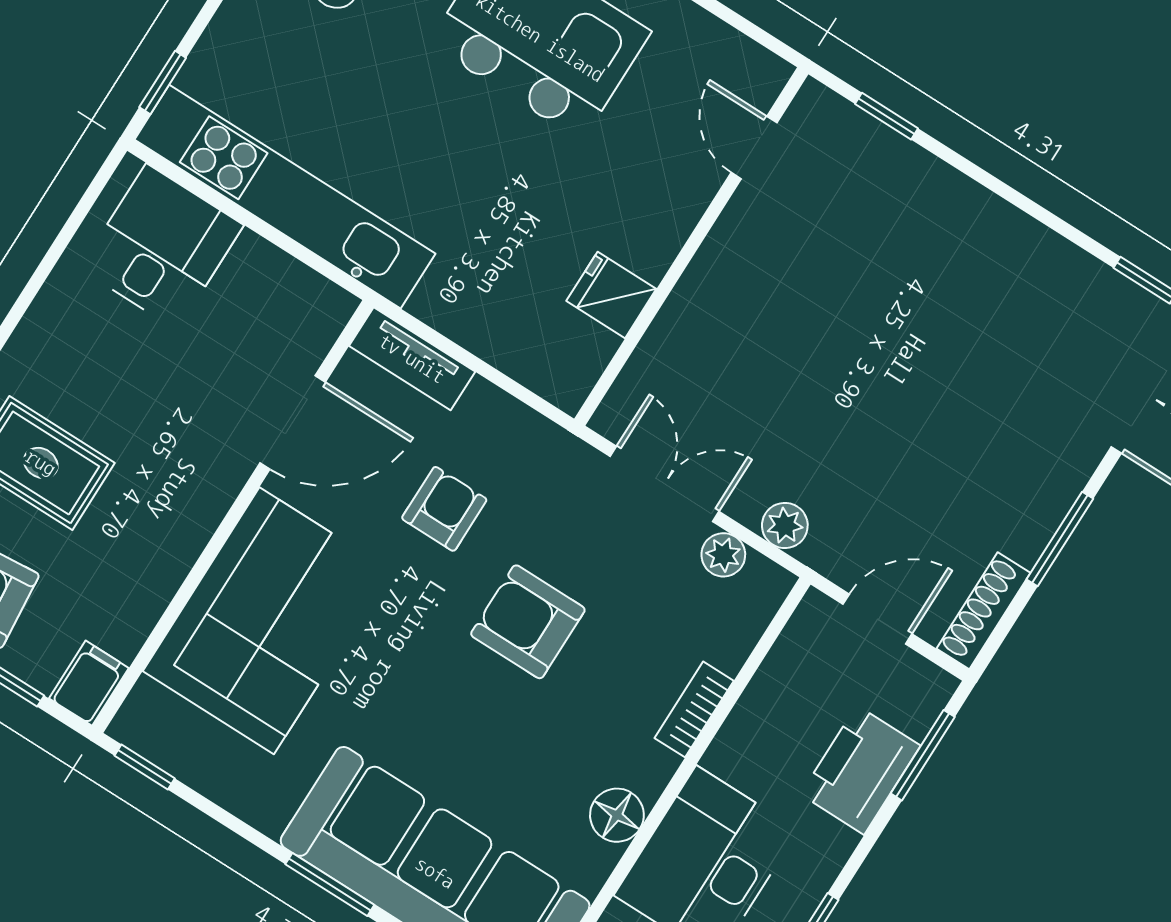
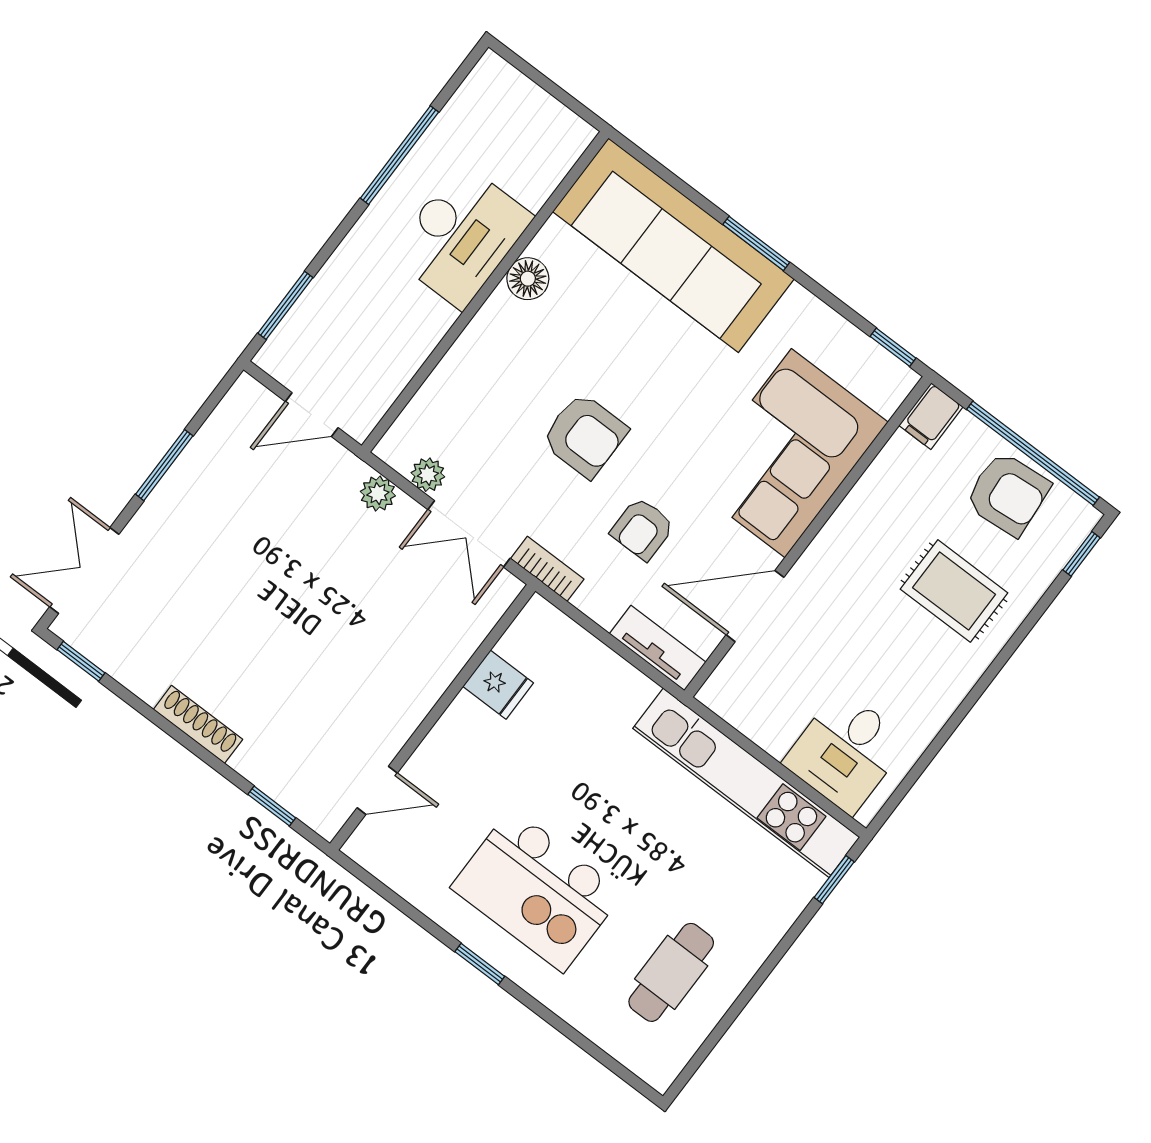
door: (754, 148) -> (377, 790), hinge flipped
shoe rack: (983, 611) -> (198, 724), moved, turned -90
bookcase: (694, 709) -> (547, 569), moved, turned -90
printer: (860, 770) -> (335, 298), removed

